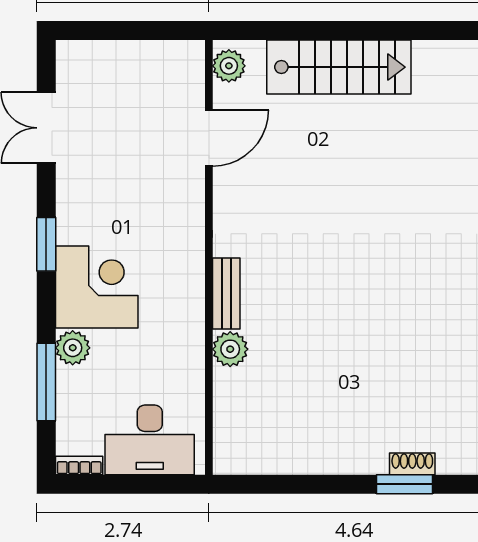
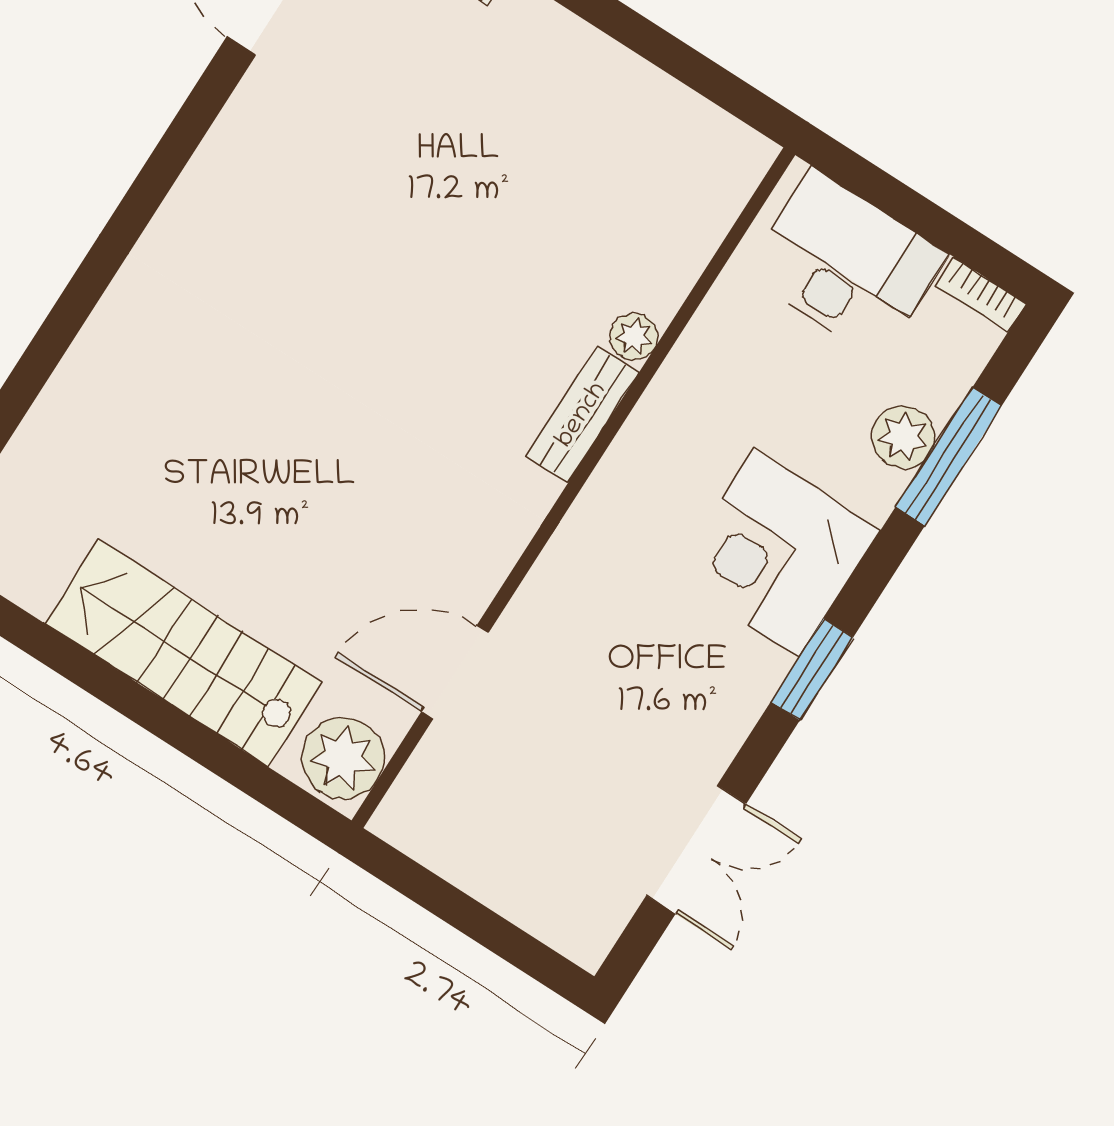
plant: (229, 66) -> (343, 758), width x1.36, depth x1.36
plant: (73, 348) -> (903, 437), moved
plant: (230, 349) -> (634, 337), width x0.73, depth x0.73

